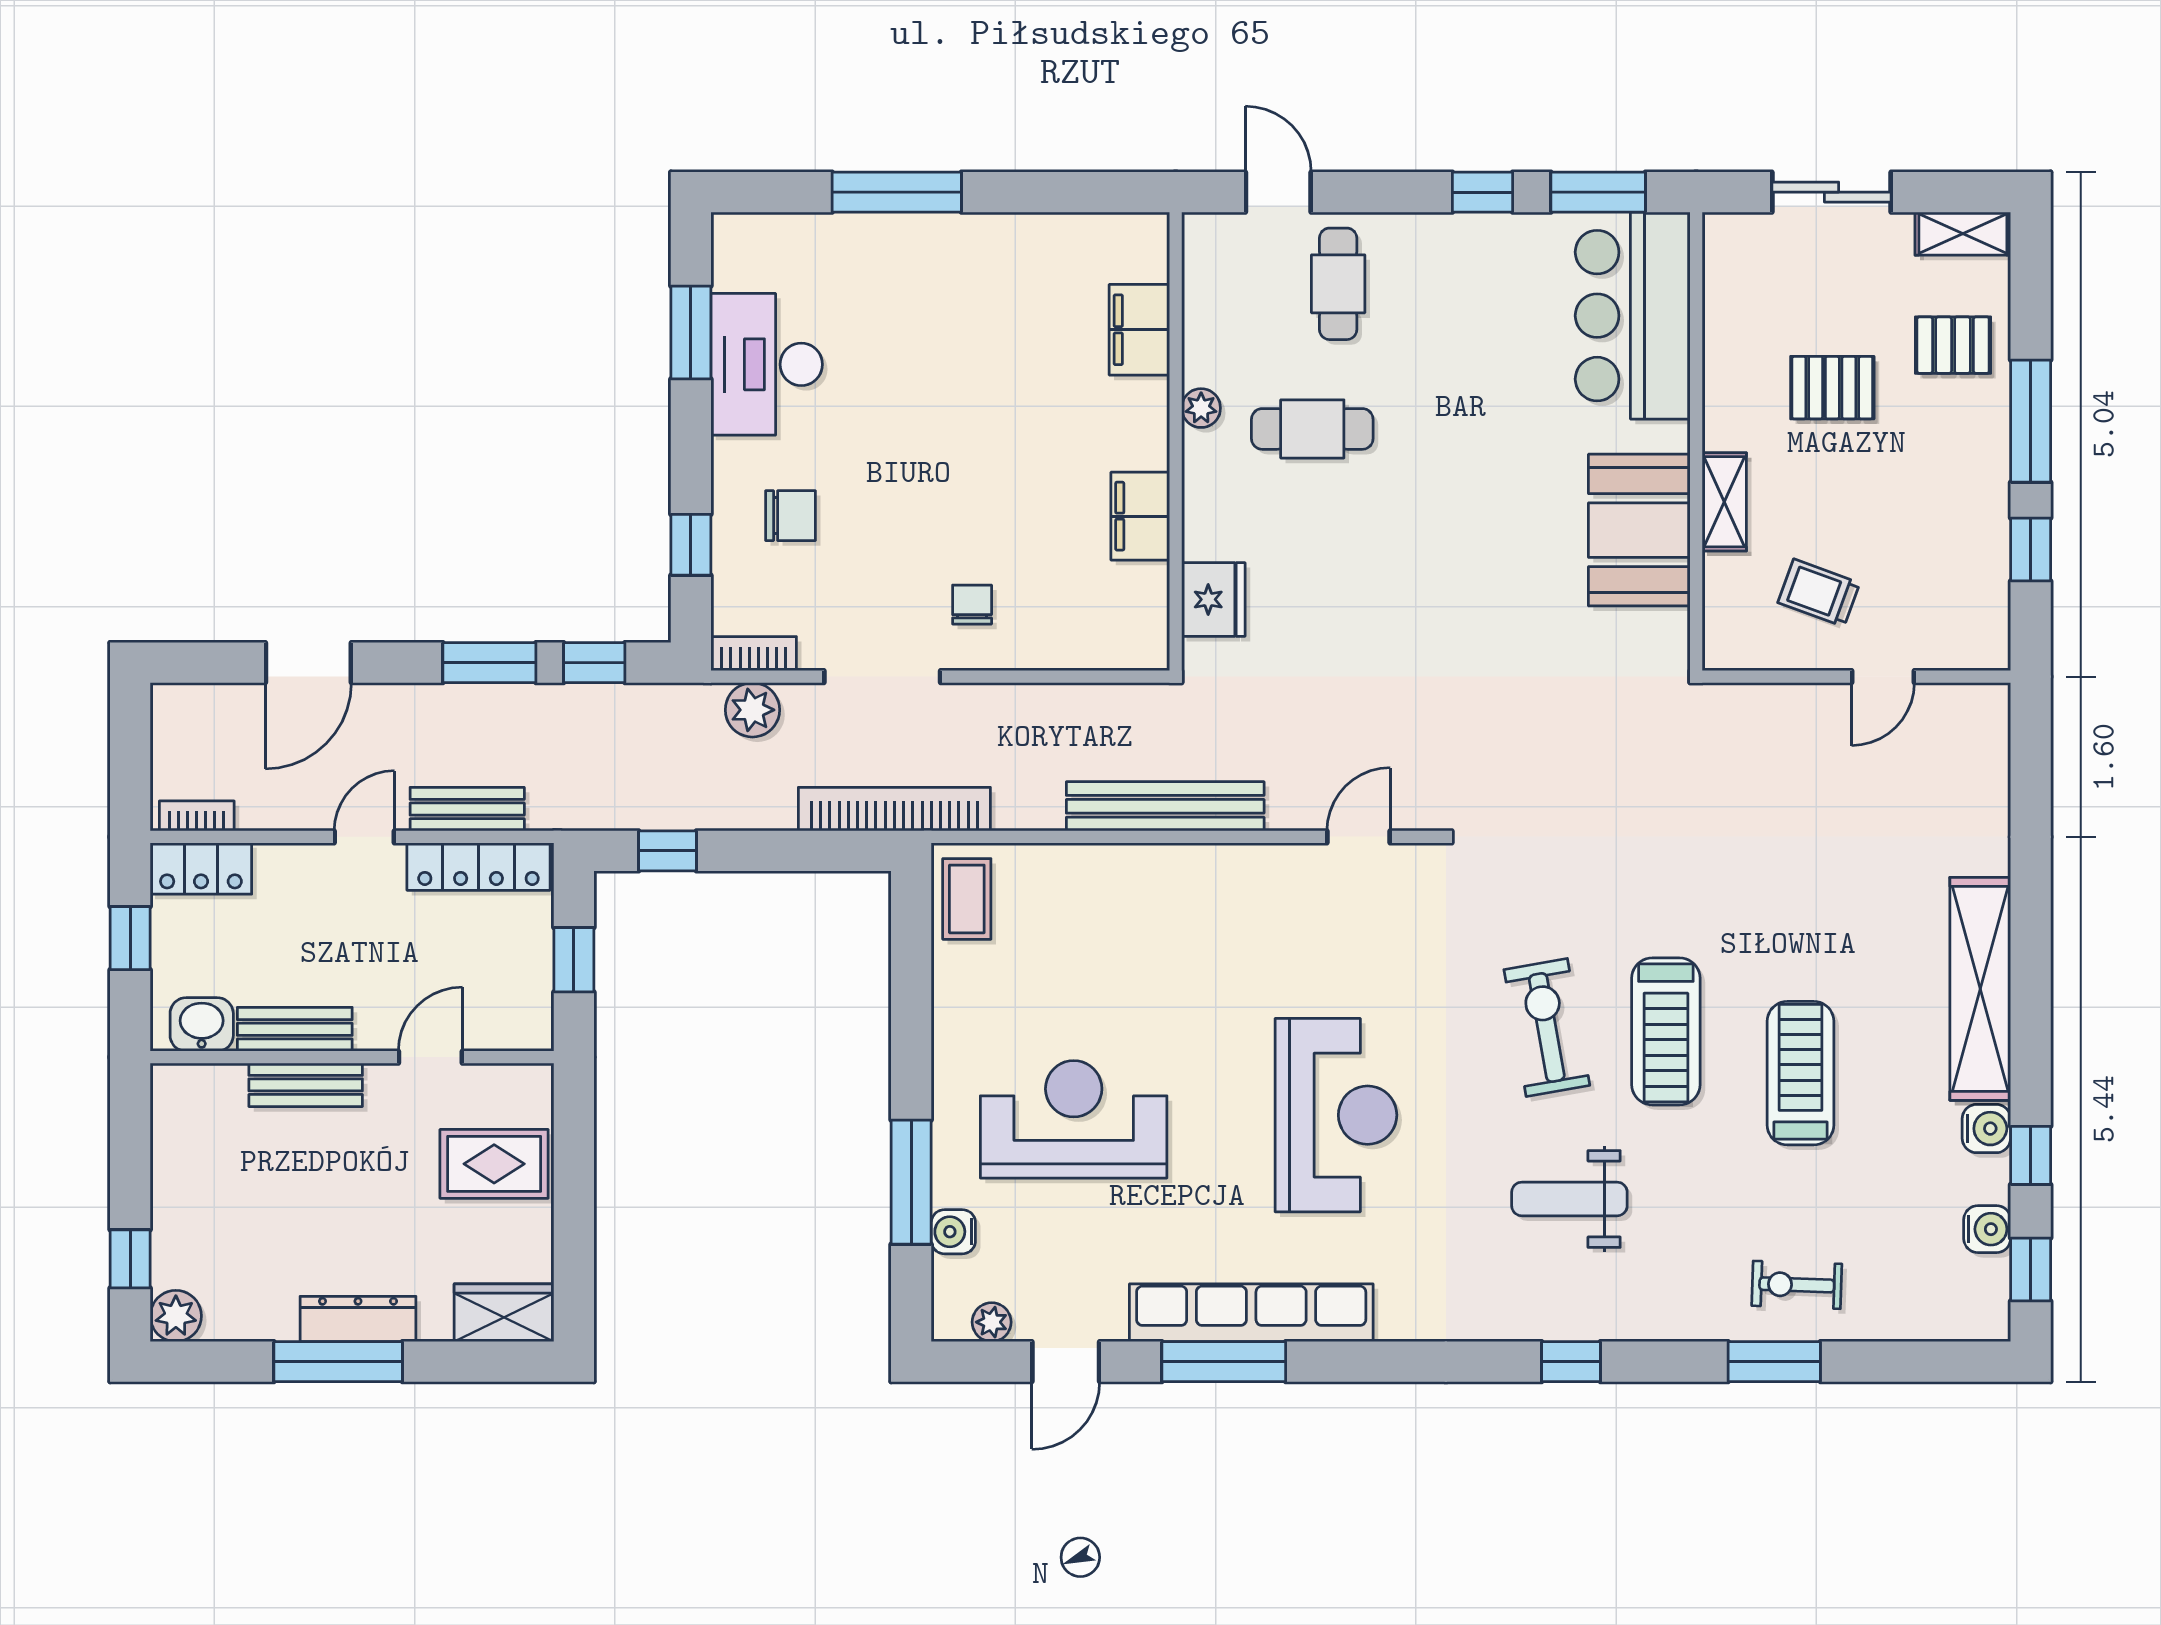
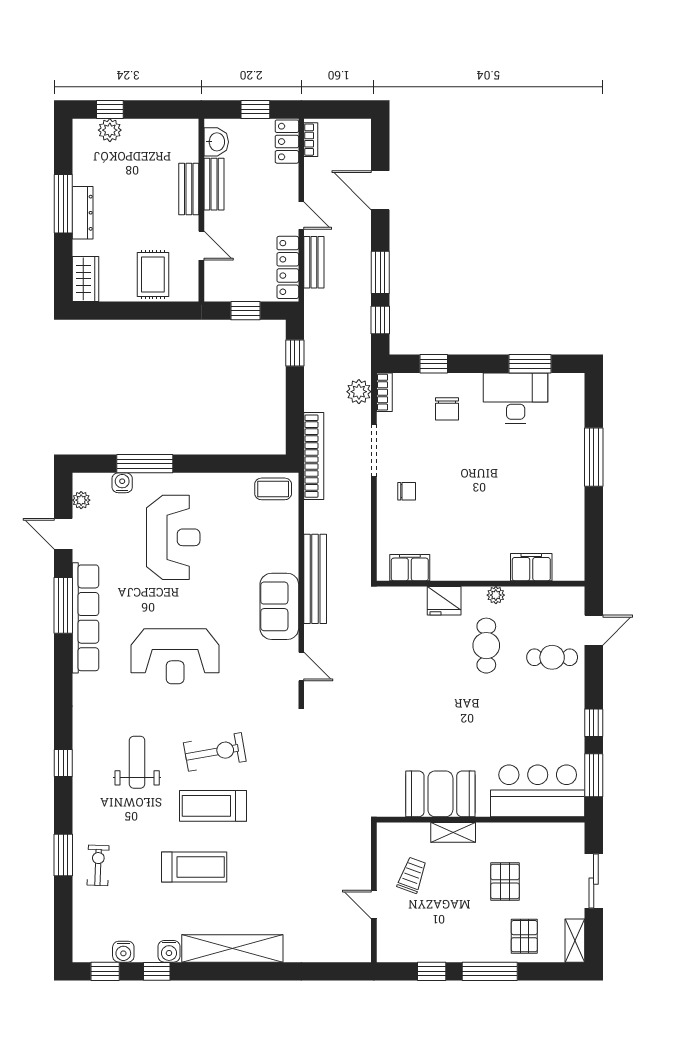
filing cabinet: (1140, 516) -> (410, 568), moved
fridge: (1213, 599) -> (444, 601), moved
sofa: (1226, 885) -> (279, 606), added
plant: (176, 1316) -> (110, 130), moved

